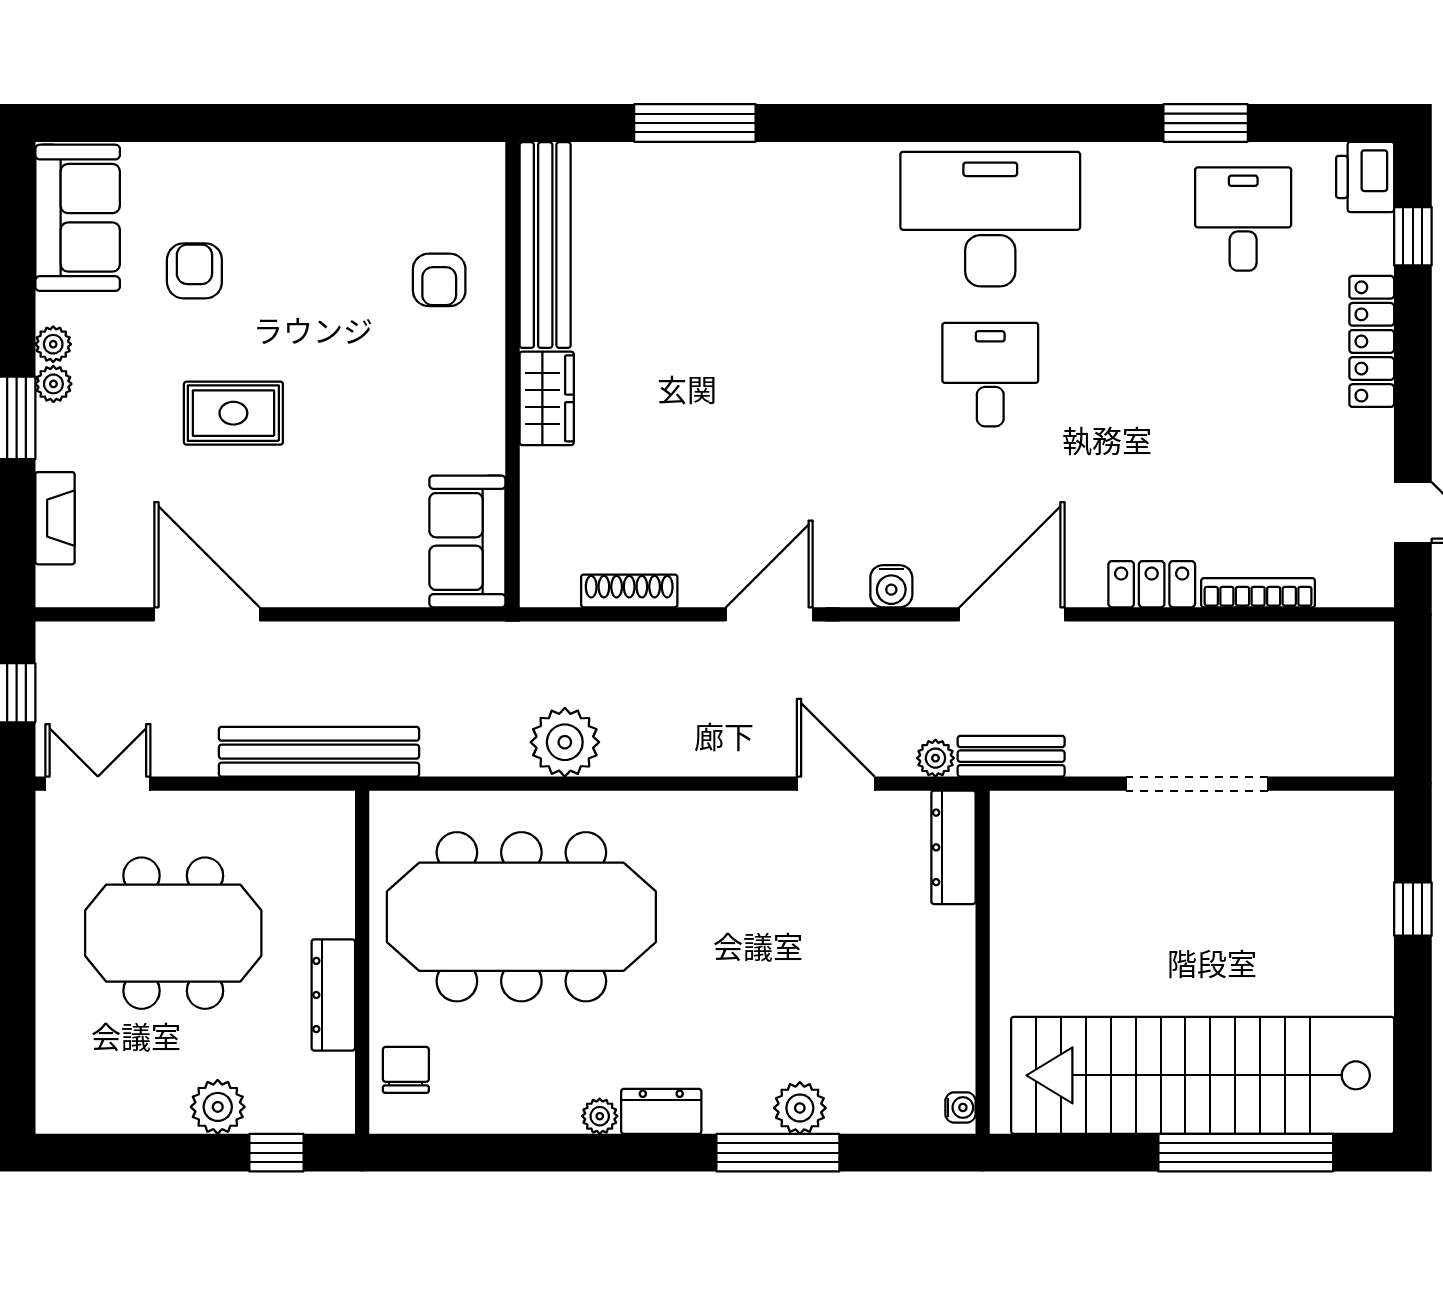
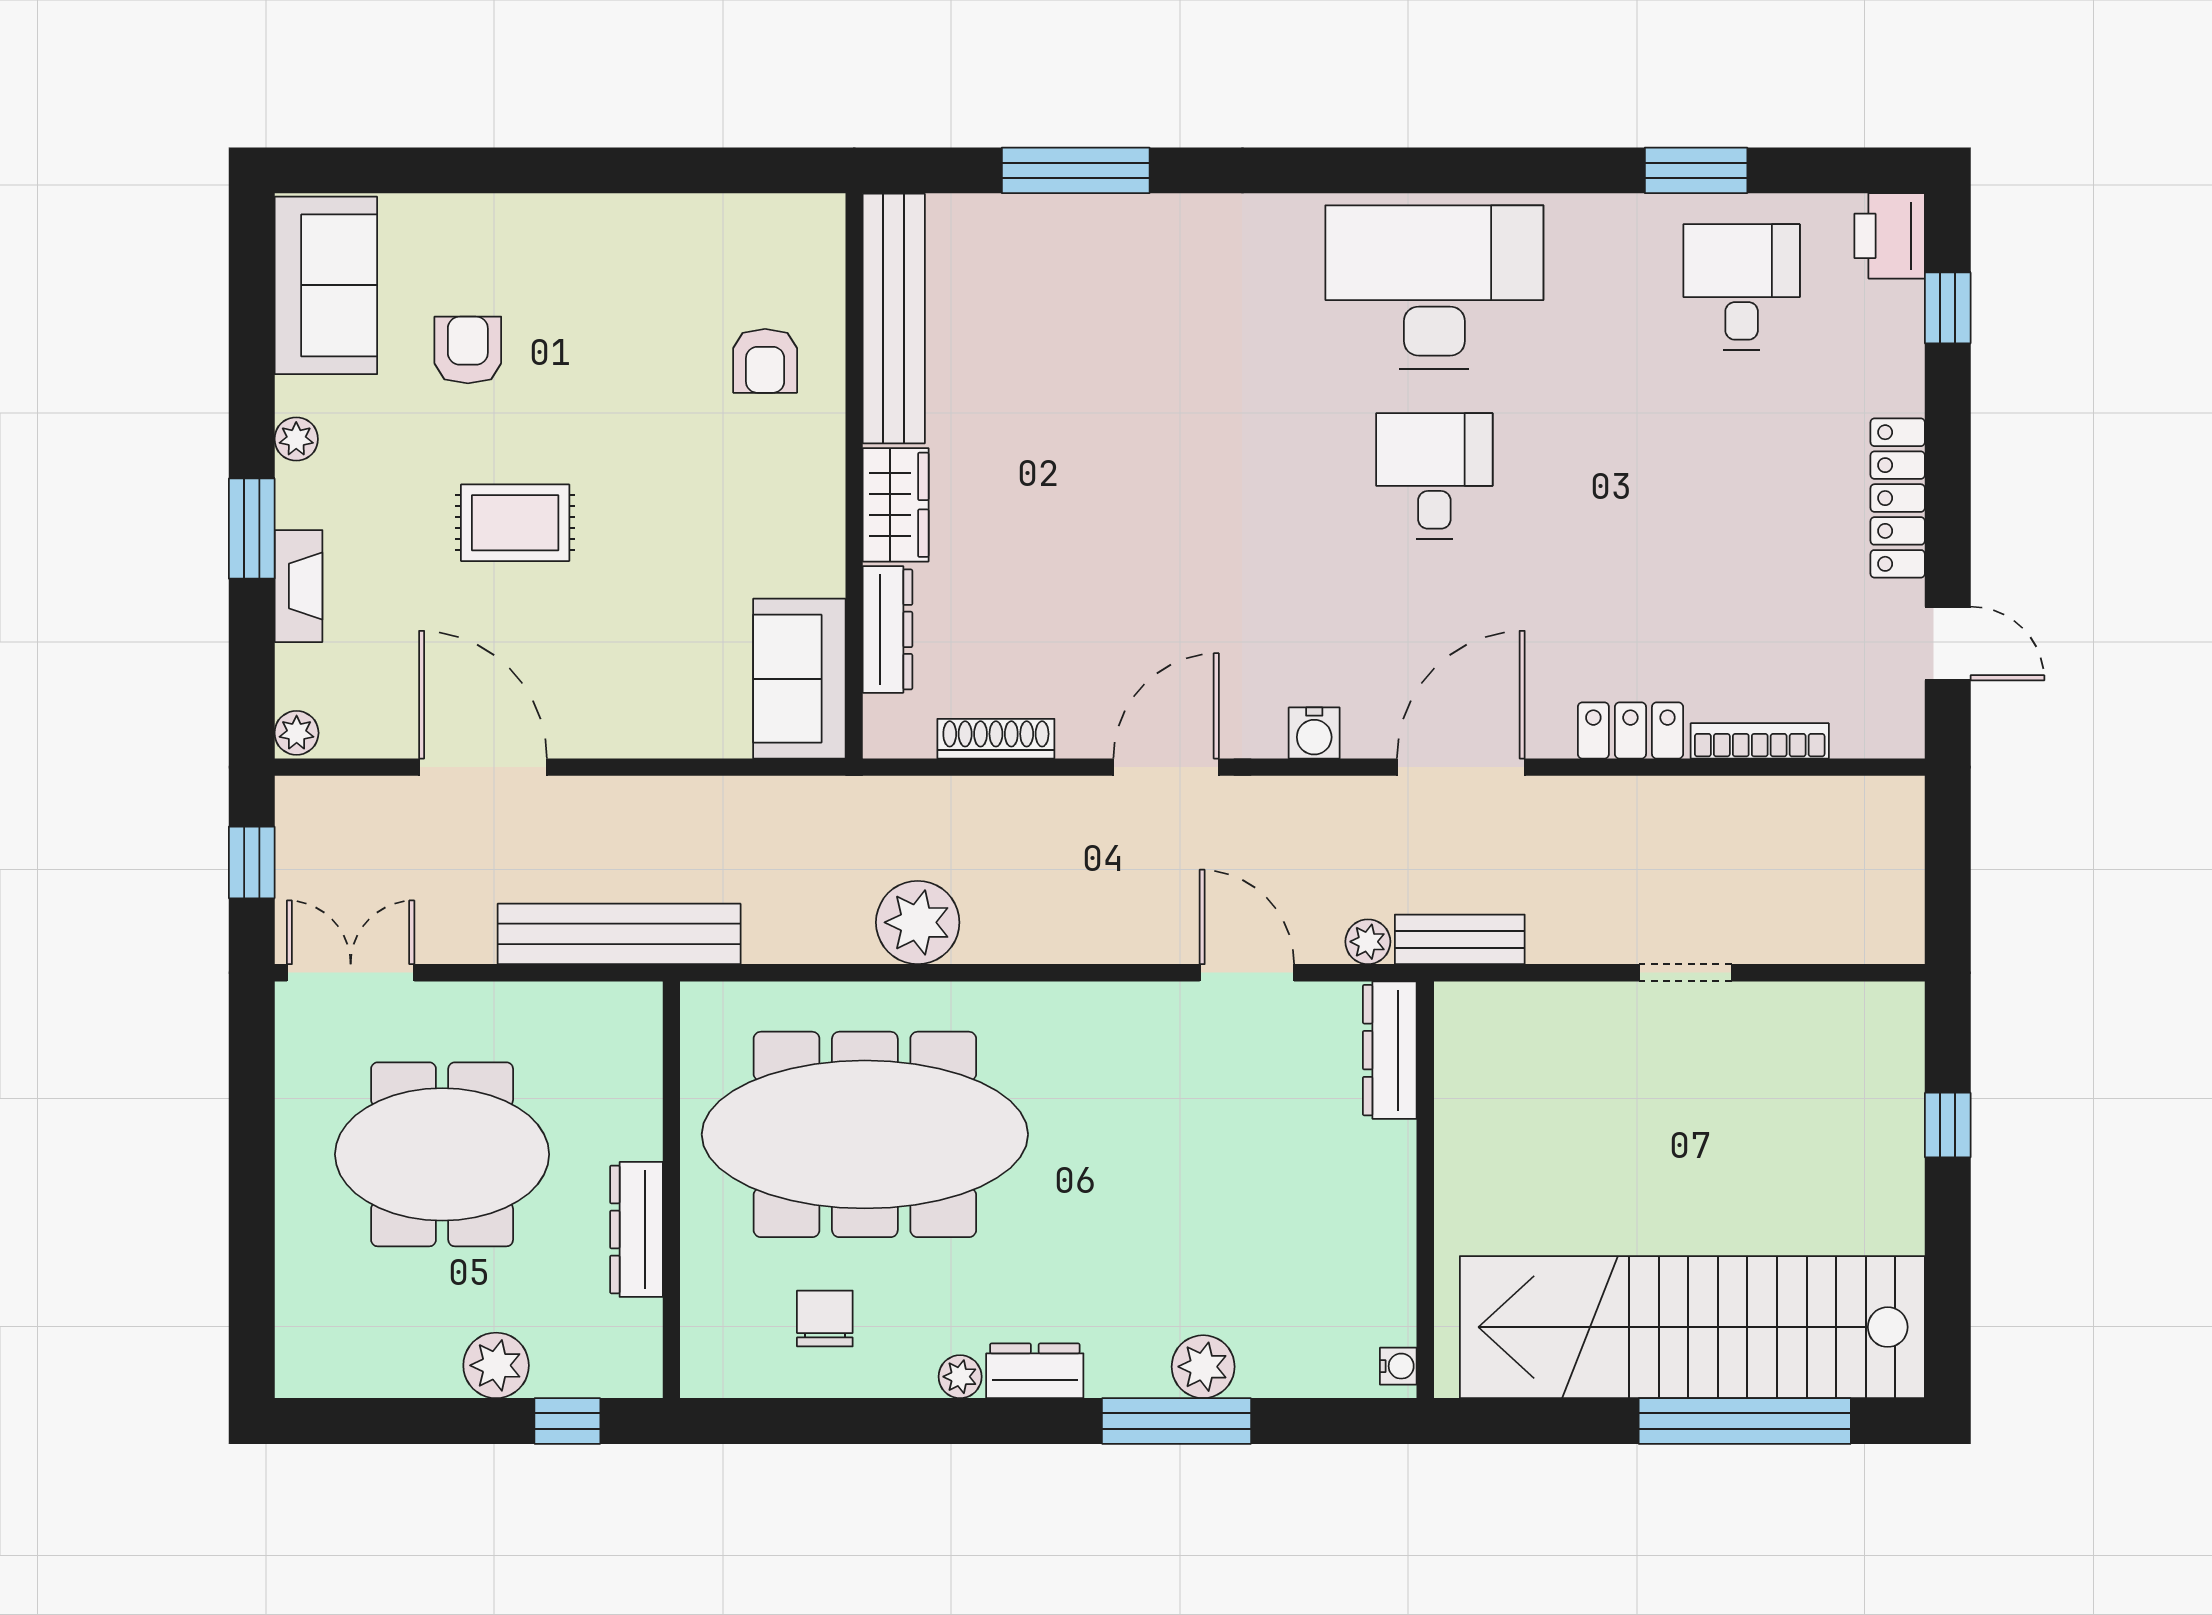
locker: (1372, 341) -> (1898, 498), moved
plant: (53, 384) -> (297, 733), moved
dresser: (540, 501) -> (888, 629), added
fireplace: (55, 518) -> (298, 586), moved
doorway: (1197, 784) -> (1686, 973), width x0.53
chair: (406, 1070) -> (825, 1318), moved

